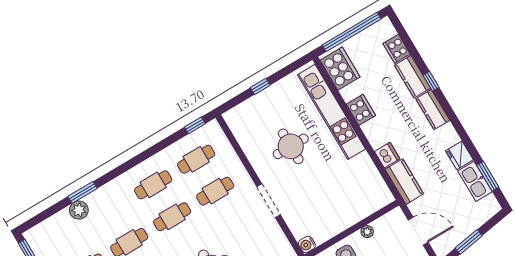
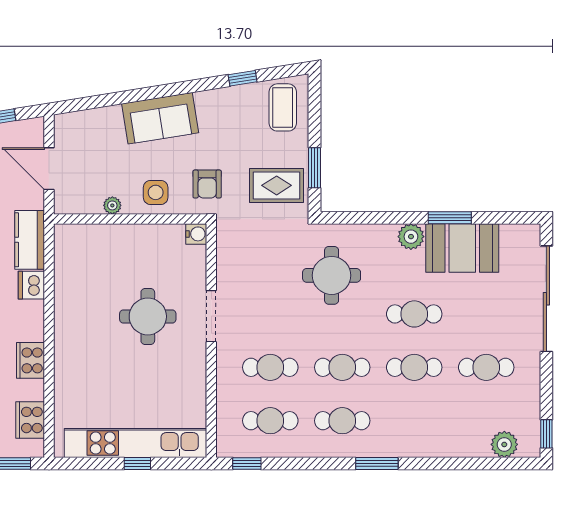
cooker: (340, 69) -> (30, 420), width x0.73, depth x0.76
kitchen unit: (331, 112) -> (135, 443), moved, turned -90
round table: (291, 146) -> (148, 316), moved
window: (82, 192) -> (377, 464), moved
plant: (79, 210) -> (504, 444), moved

